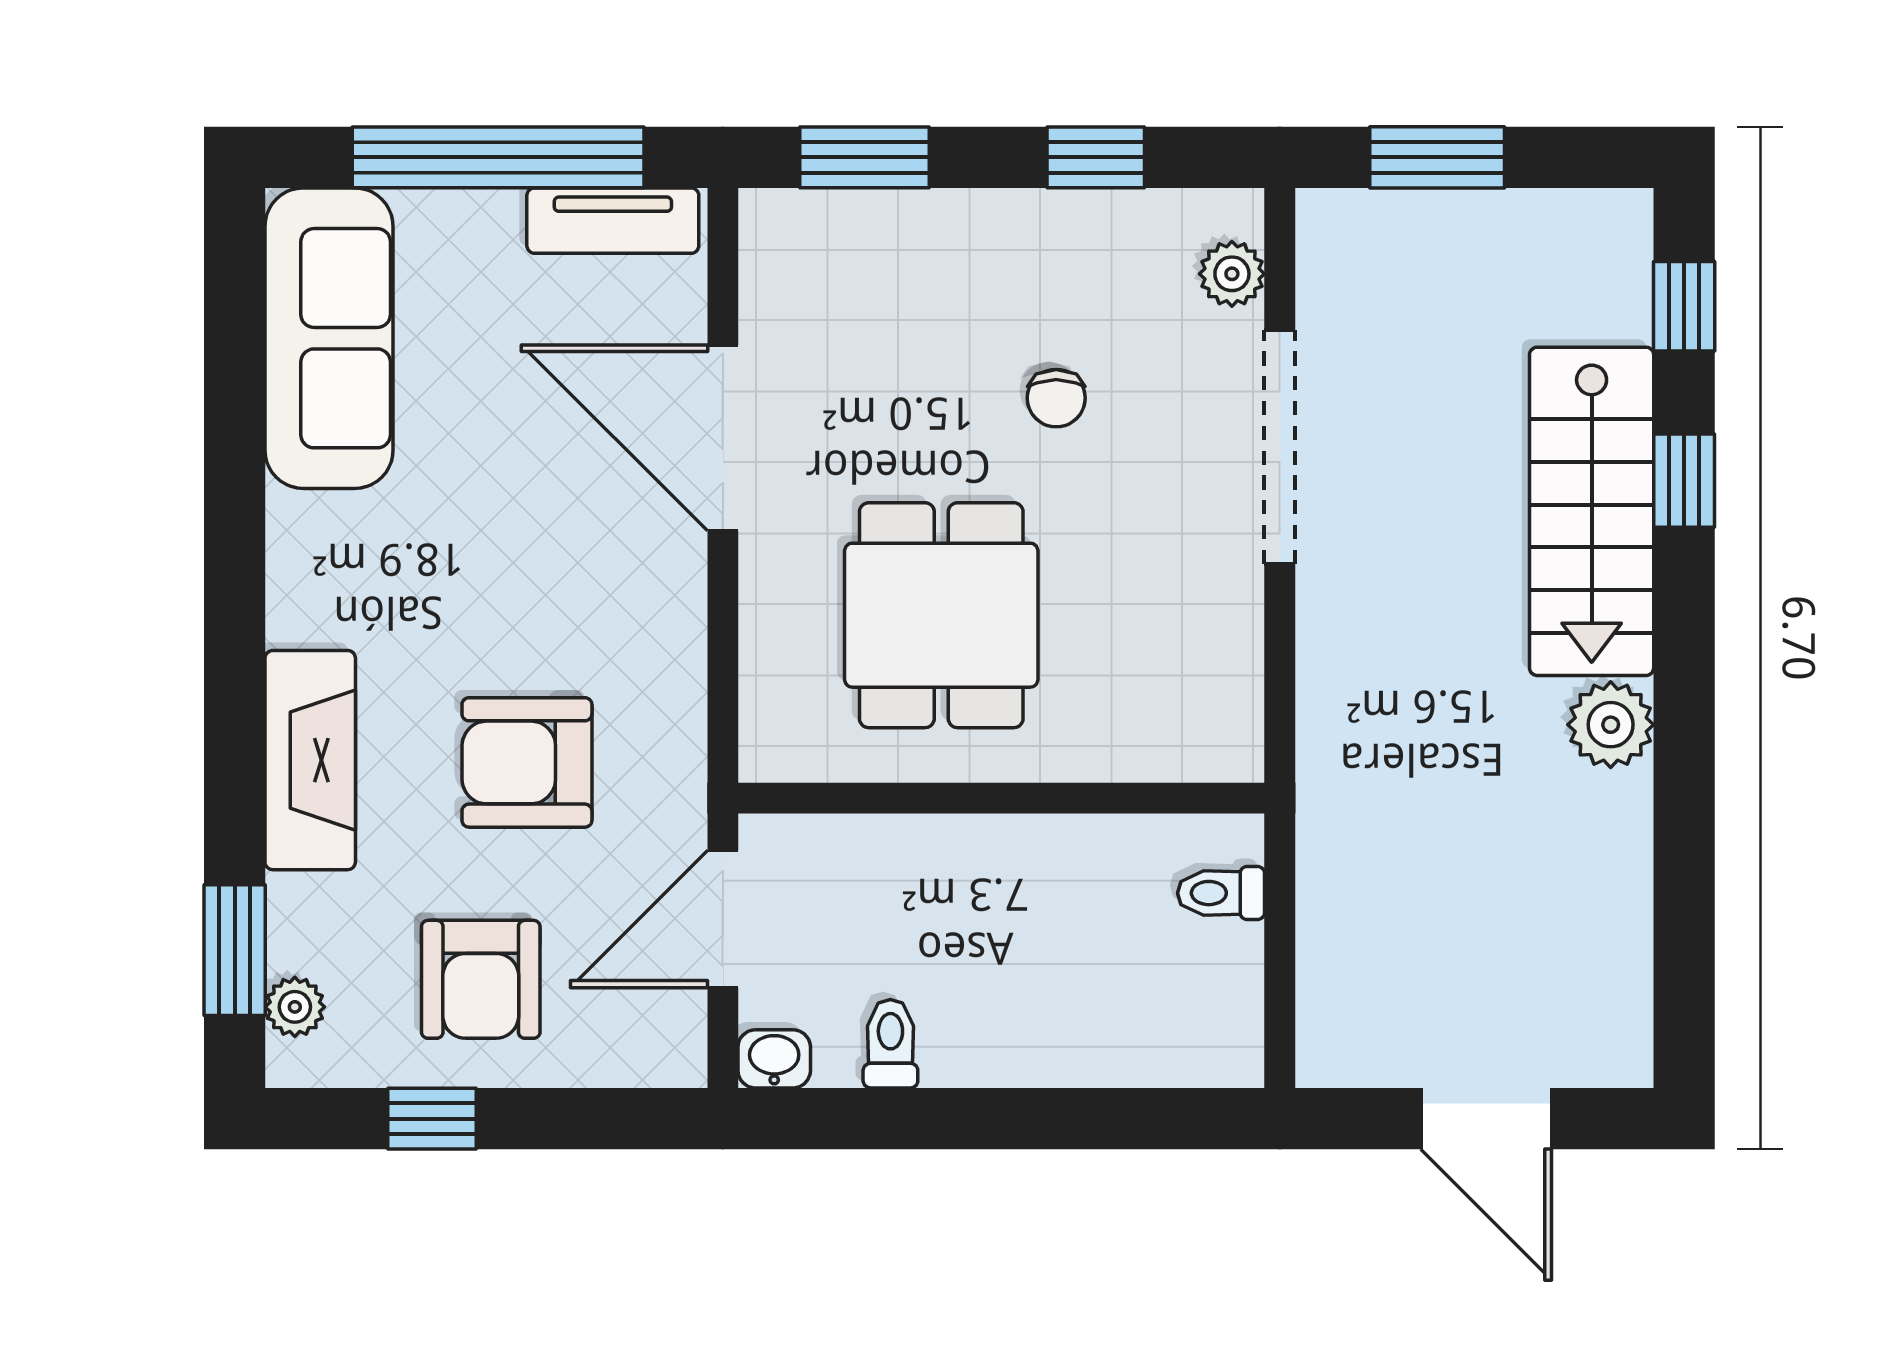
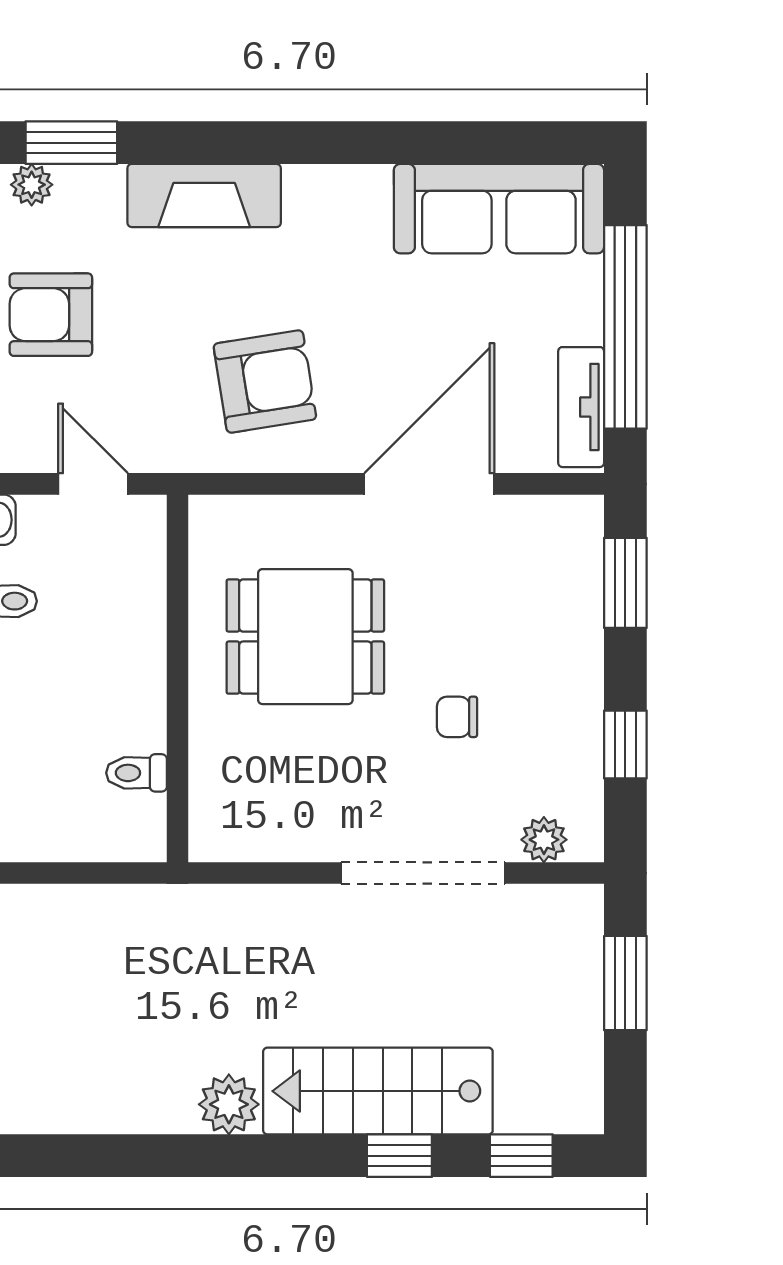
armchair: (527, 762) -> (265, 382), moved, turned 81
toilet: (1221, 893) -> (136, 773), moved, turned -90
door: (723, 919) -> (93, 484), width x0.73

